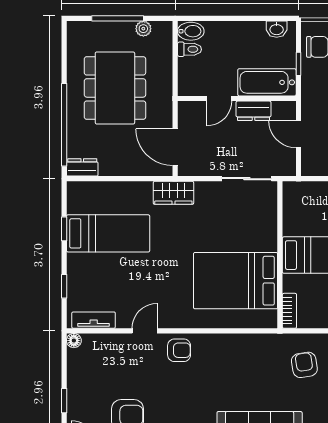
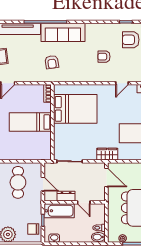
door: (219, 99) -> (84, 202), swing flipped
armchair: (179, 350) -> (104, 57), moved
armchair: (304, 365) -> (52, 62), moved

